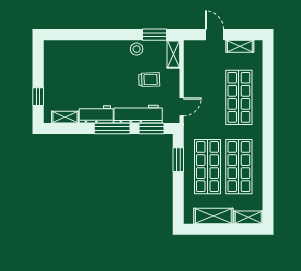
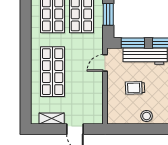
window: (154, 35) -> (130, 129), removed
shelving: (173, 54) -> (113, 111), removed

